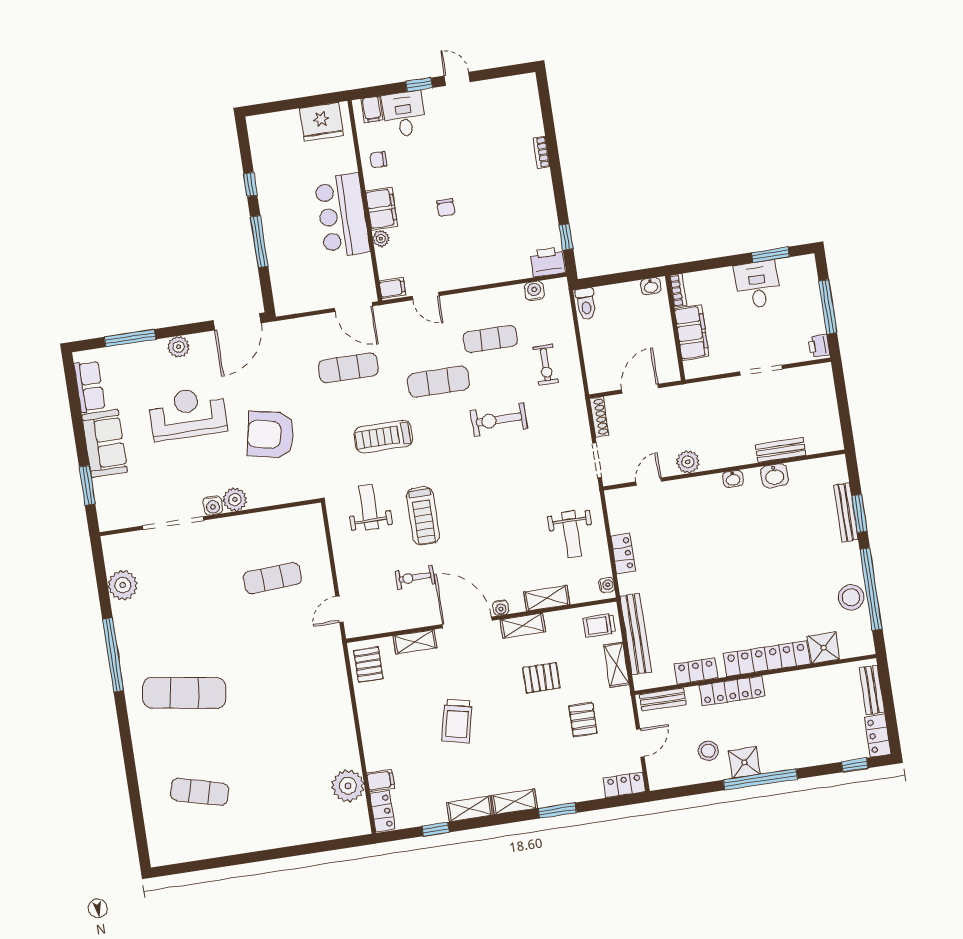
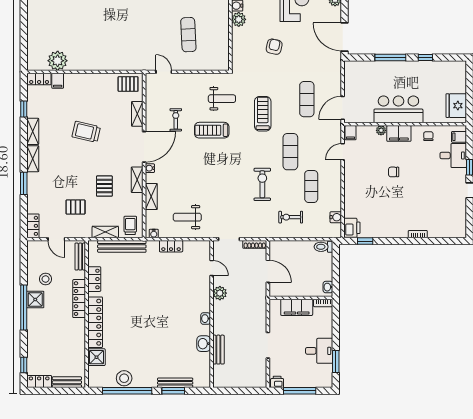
armchair: (271, 435) -> (274, 47), width x0.53, depth x0.53

